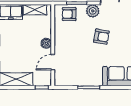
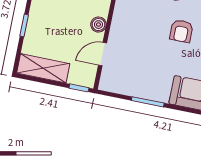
armchair: (101, 37) -> (181, 31), turned 80

